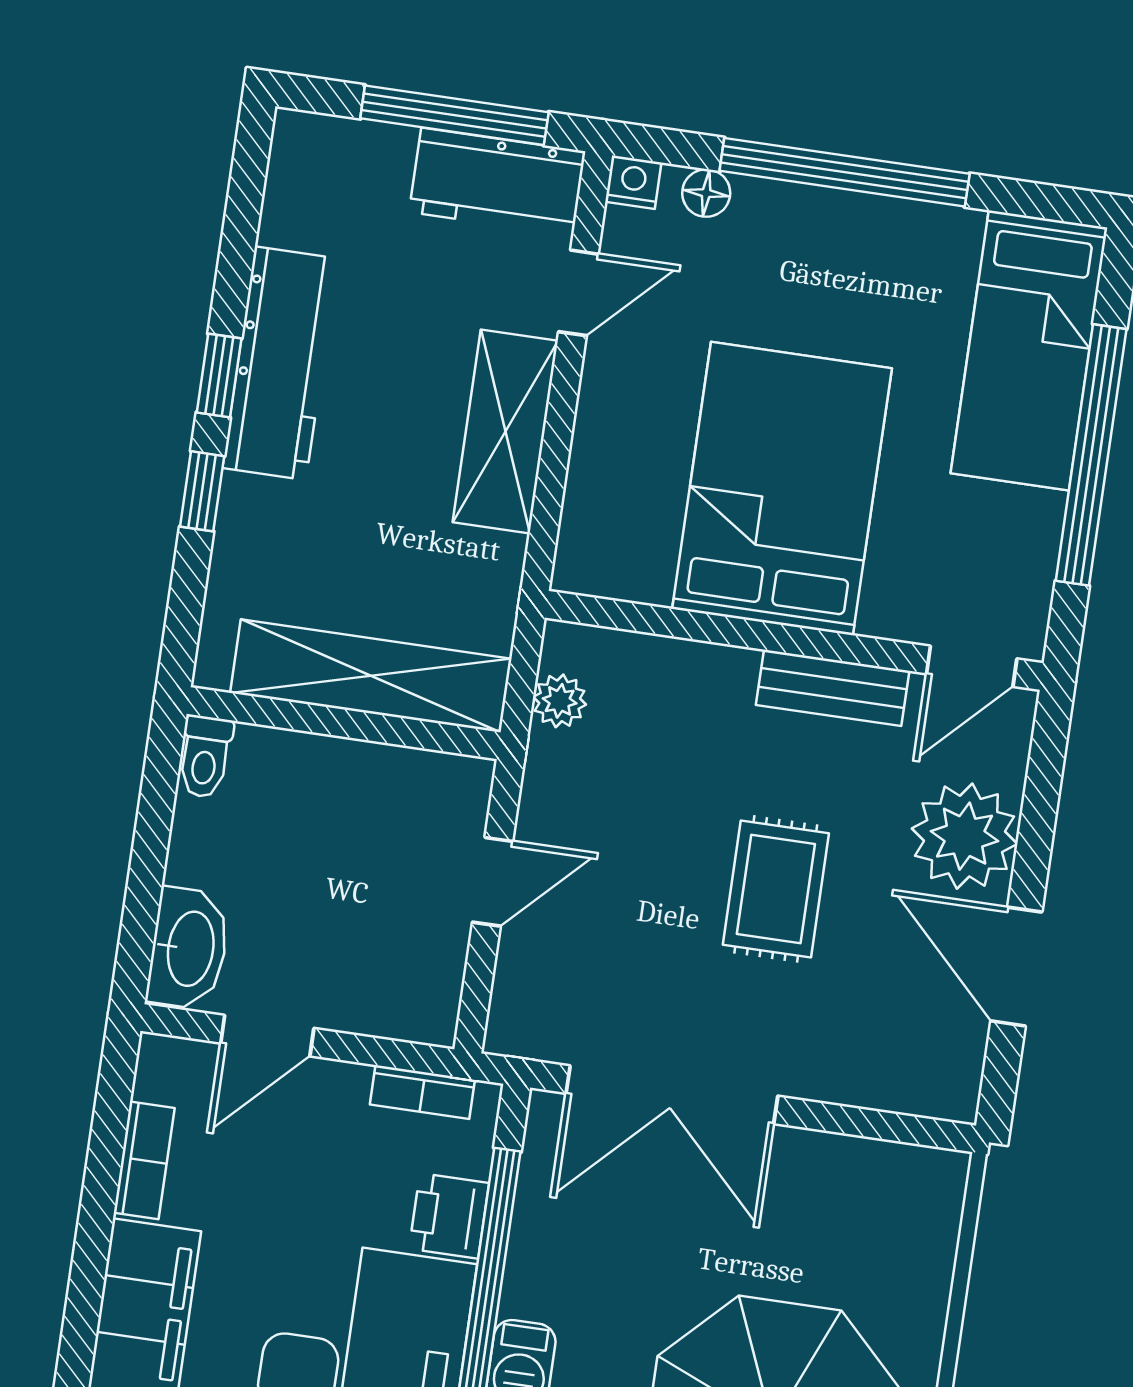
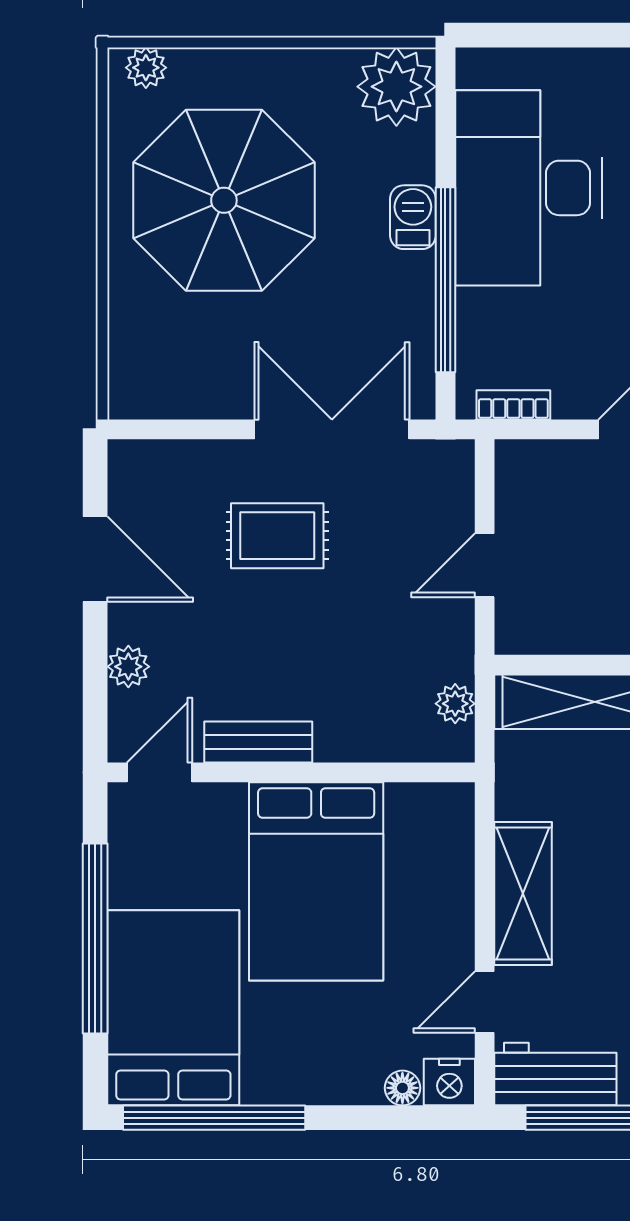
window: (845, 172) -> (214, 1118), moved
nightstand: (633, 182) -> (449, 1082), width x1.39, depth x1.35
bed: (1029, 350) -> (173, 1008), width x1.50
plant: (965, 836) -> (128, 667), width x0.53, depth x0.53
rug: (776, 889) -> (277, 536), moved, turned 90
printer: (449, 1216) -> (481, 318), removed

